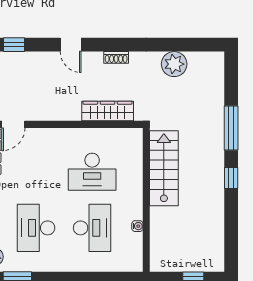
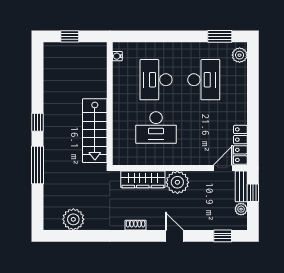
plant: (174, 64) -> (73, 219), moved
plant: (67, 108) -> (177, 182), added
desk: (92, 172) -> (156, 128), turned 180
water cooler: (137, 226) -> (117, 56), moved

